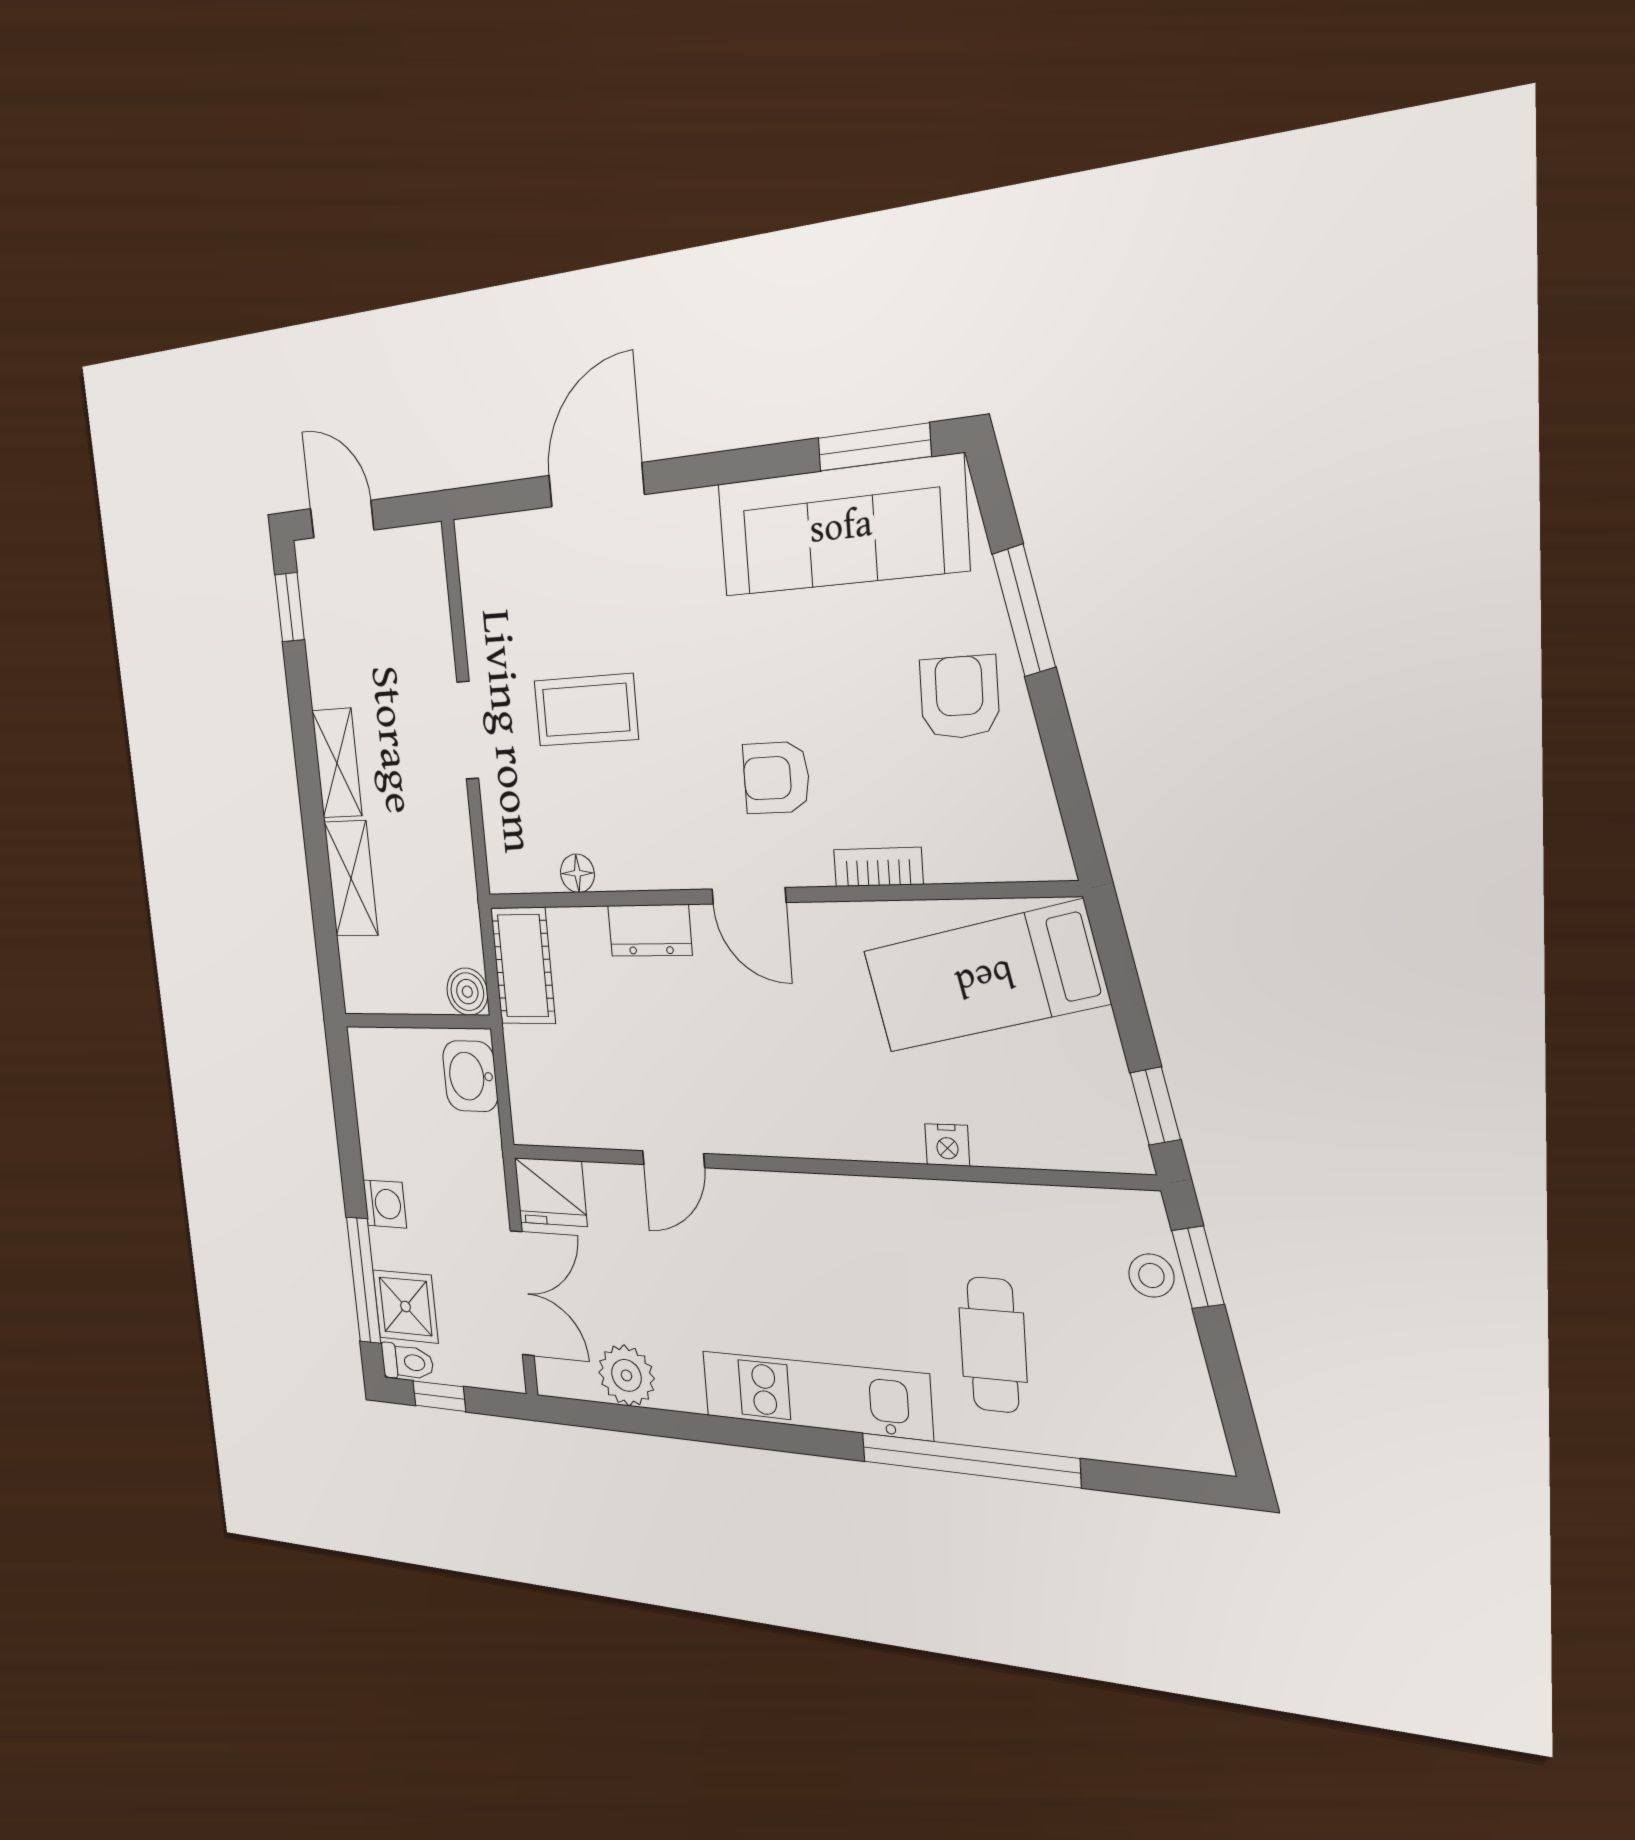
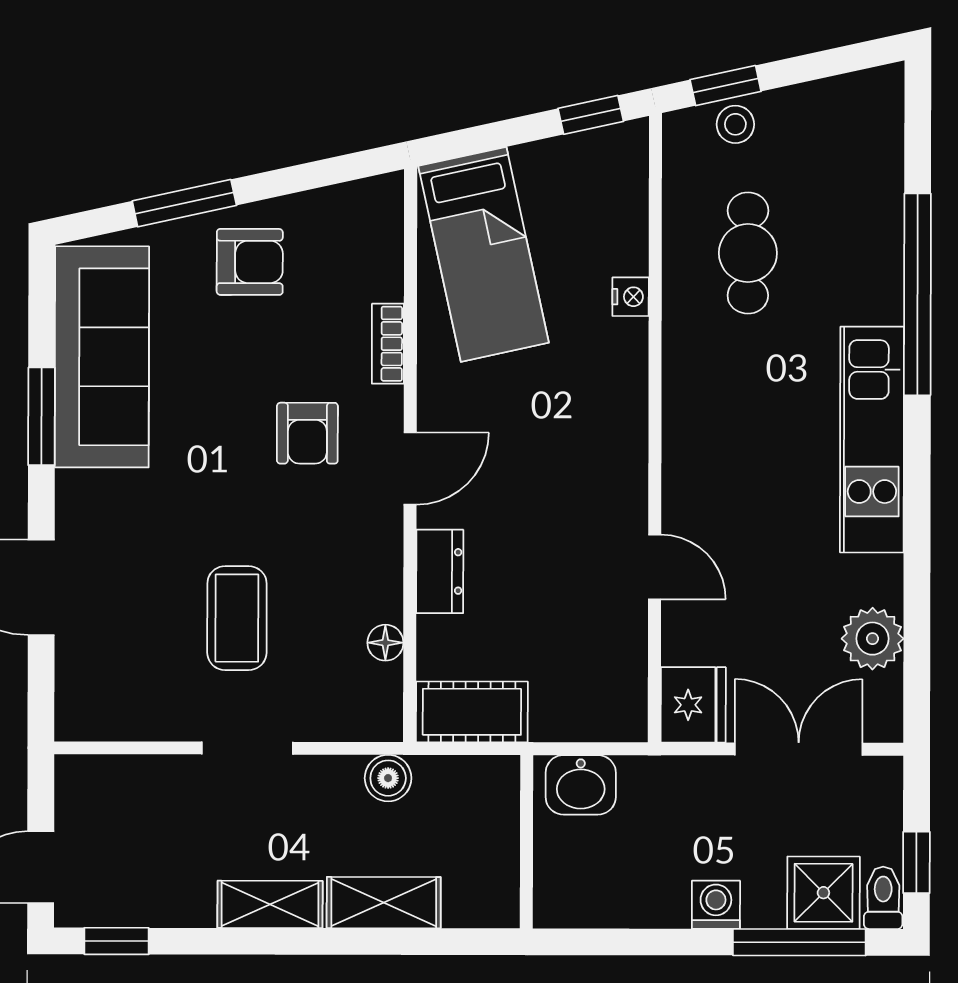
window: (874, 447) -> (41, 416), moved
armchair: (959, 697) -> (250, 262), turned 180
boiler: (467, 992) -> (388, 778), moved
cafe table: (993, 1345) -> (748, 253), moved, turned 90

